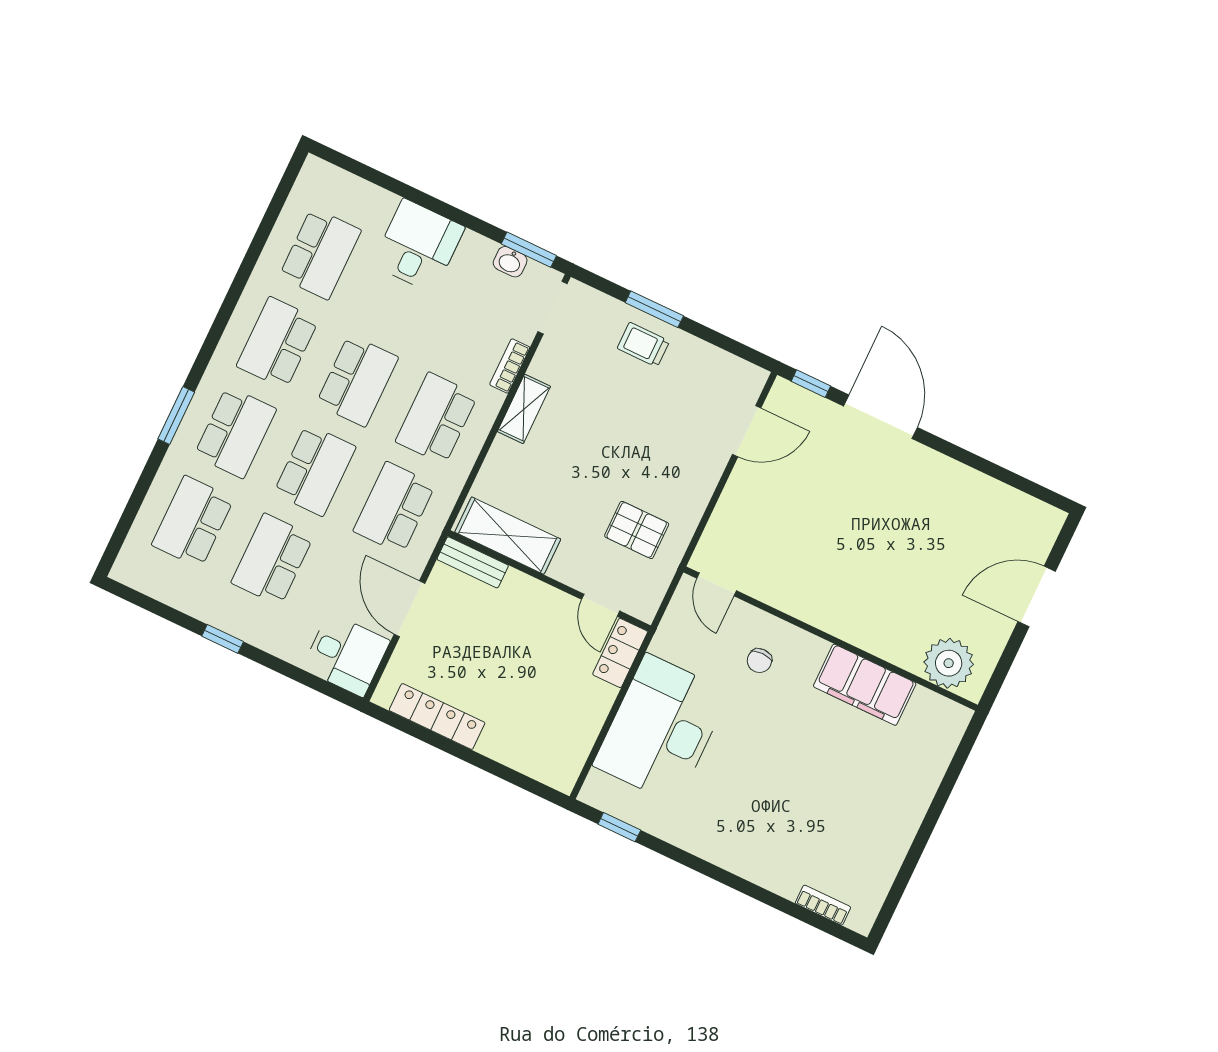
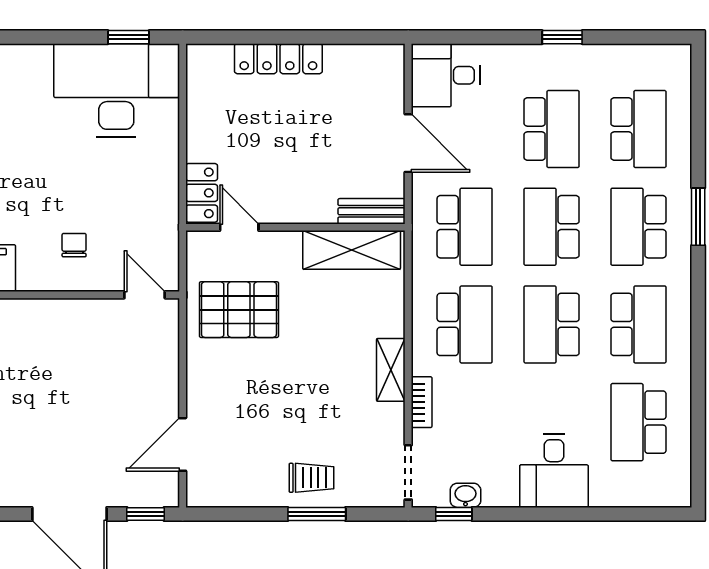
window: (529, 250) -> (454, 514), width x0.67
pallet: (637, 530) -> (239, 310), width x1.50, depth x1.42
locker: (437, 717) -> (278, 59), moved
desk: (661, 729) -> (116, 90), moved, turned -90

